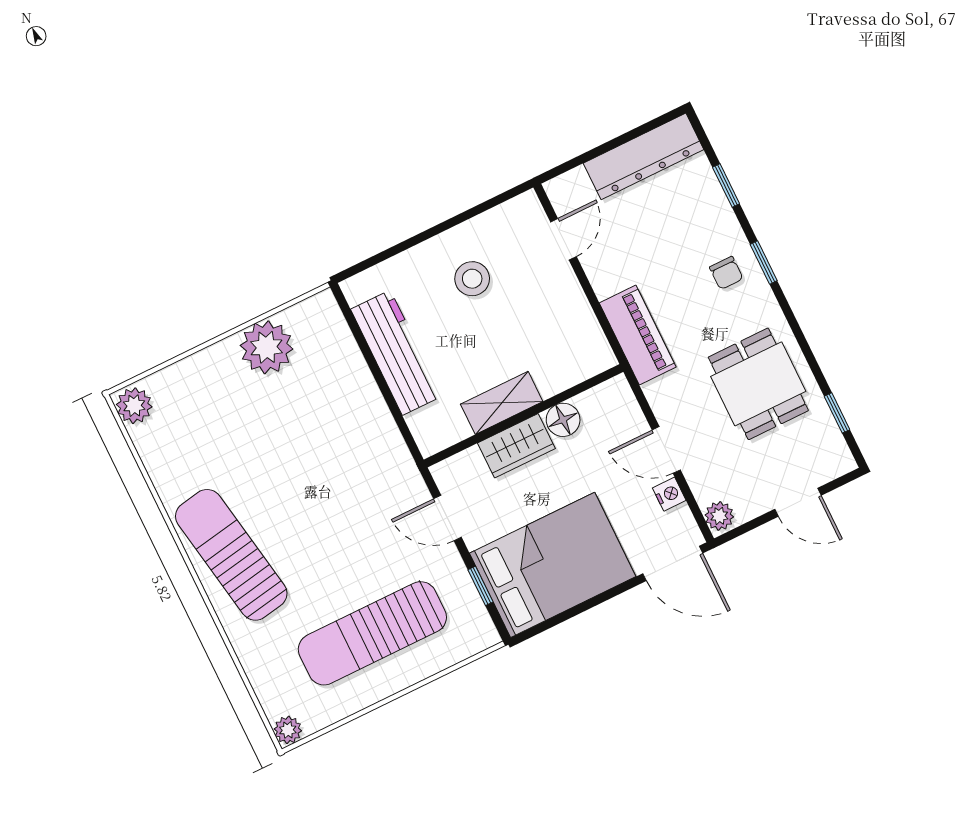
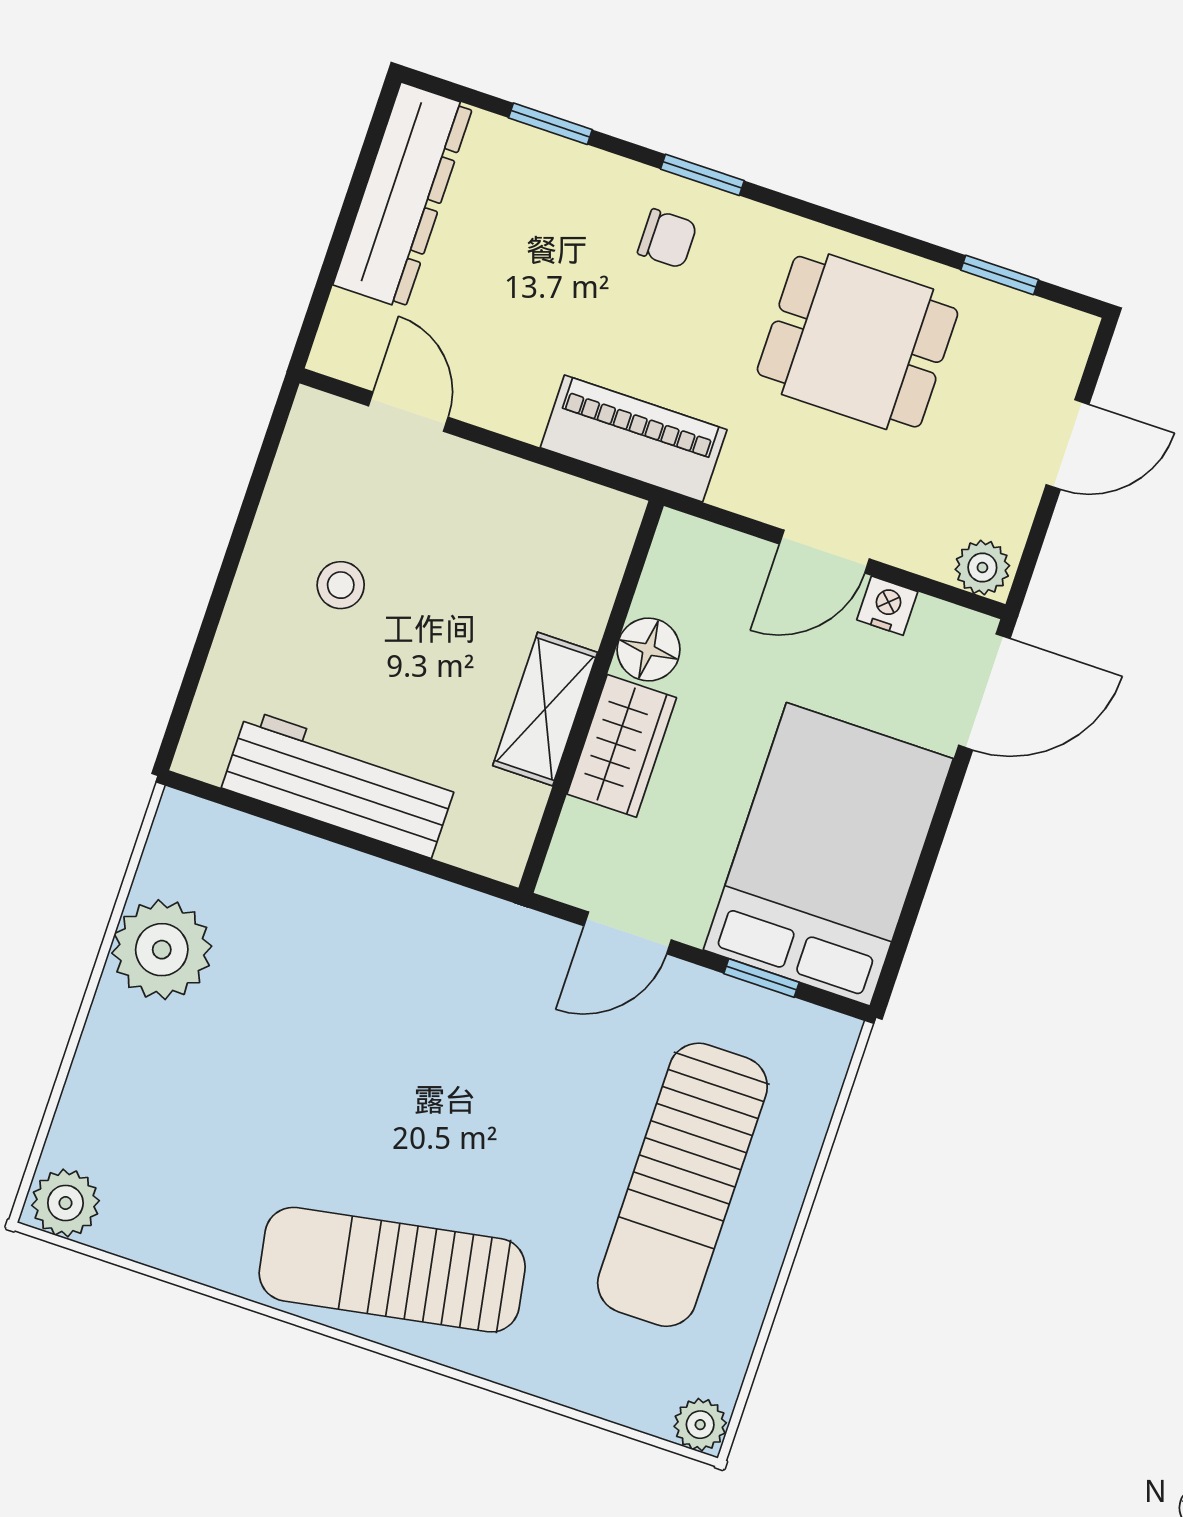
stool: (472, 279) -> (341, 585), width x0.73, depth x0.73

